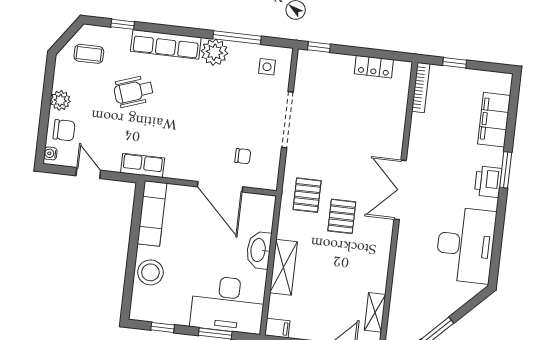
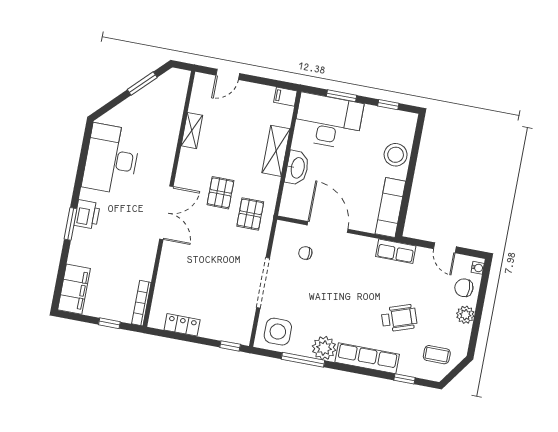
side table: (267, 67) -> (278, 332), width x1.87, depth x1.87
filing cabinet: (494, 120) -> (74, 289), moved
shelving: (375, 312) -> (192, 131), moved

